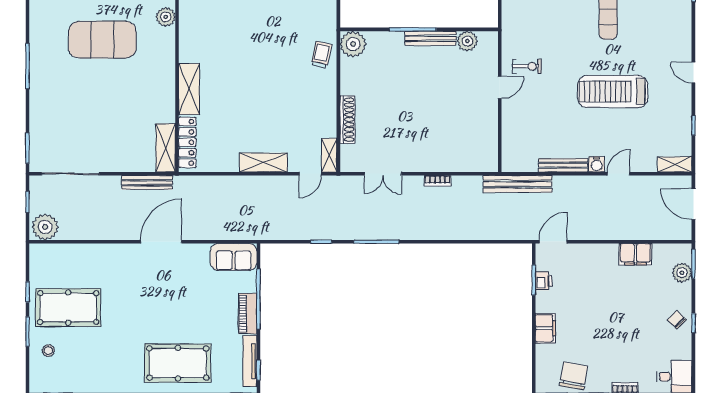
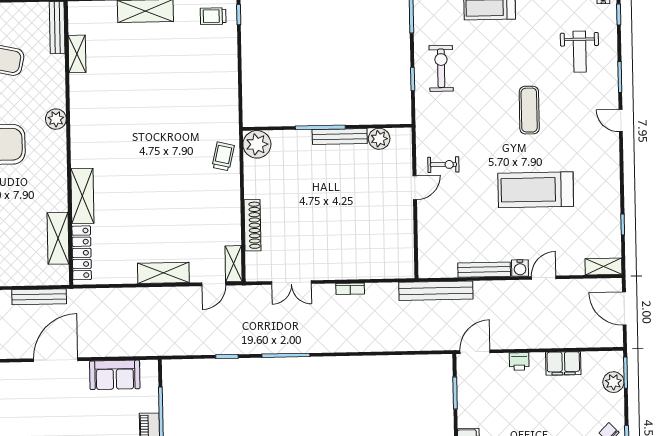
door: (693, 73) -> (621, 121), moved
shelving: (166, 148) -> (58, 238), moved
sofa: (234, 257) -> (115, 375), moved
printer: (544, 281) -> (519, 361), moved, turned 90

